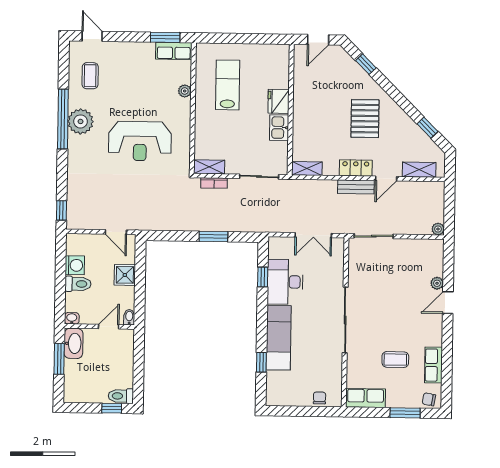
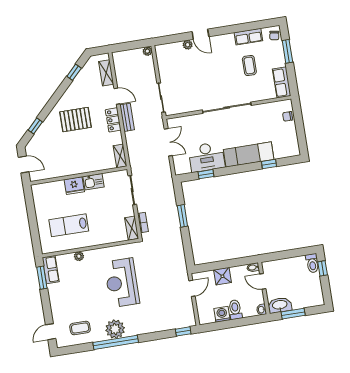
reception desk: (140, 141) -> (122, 283), turned 180

